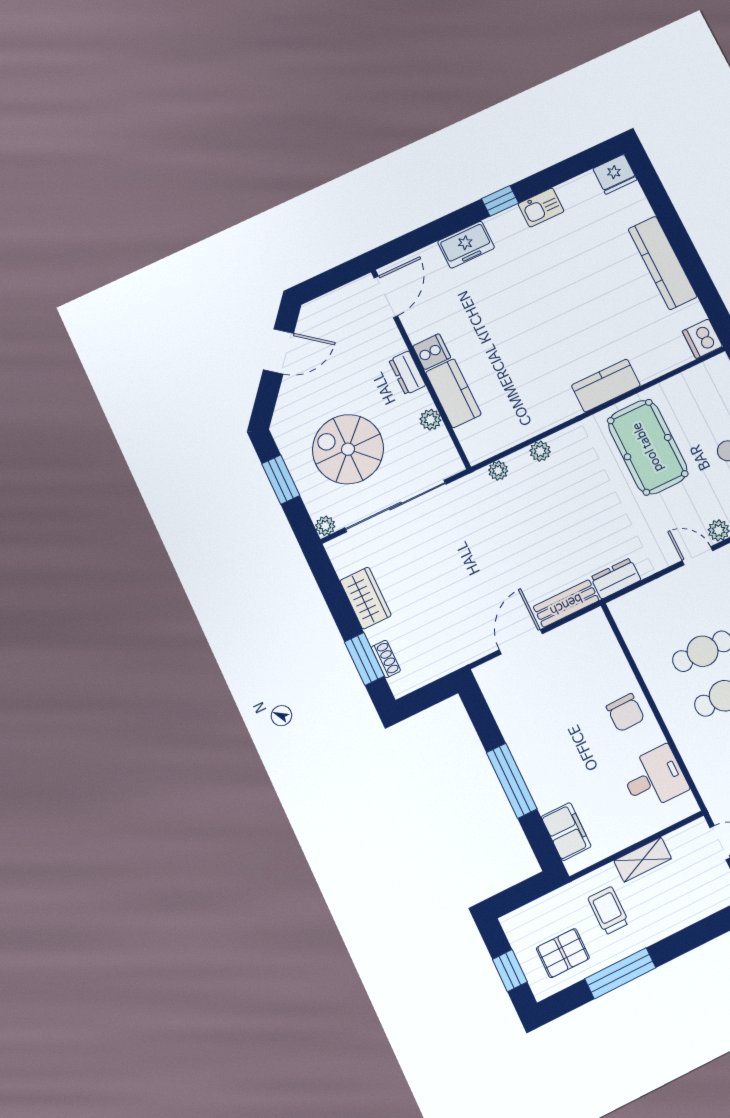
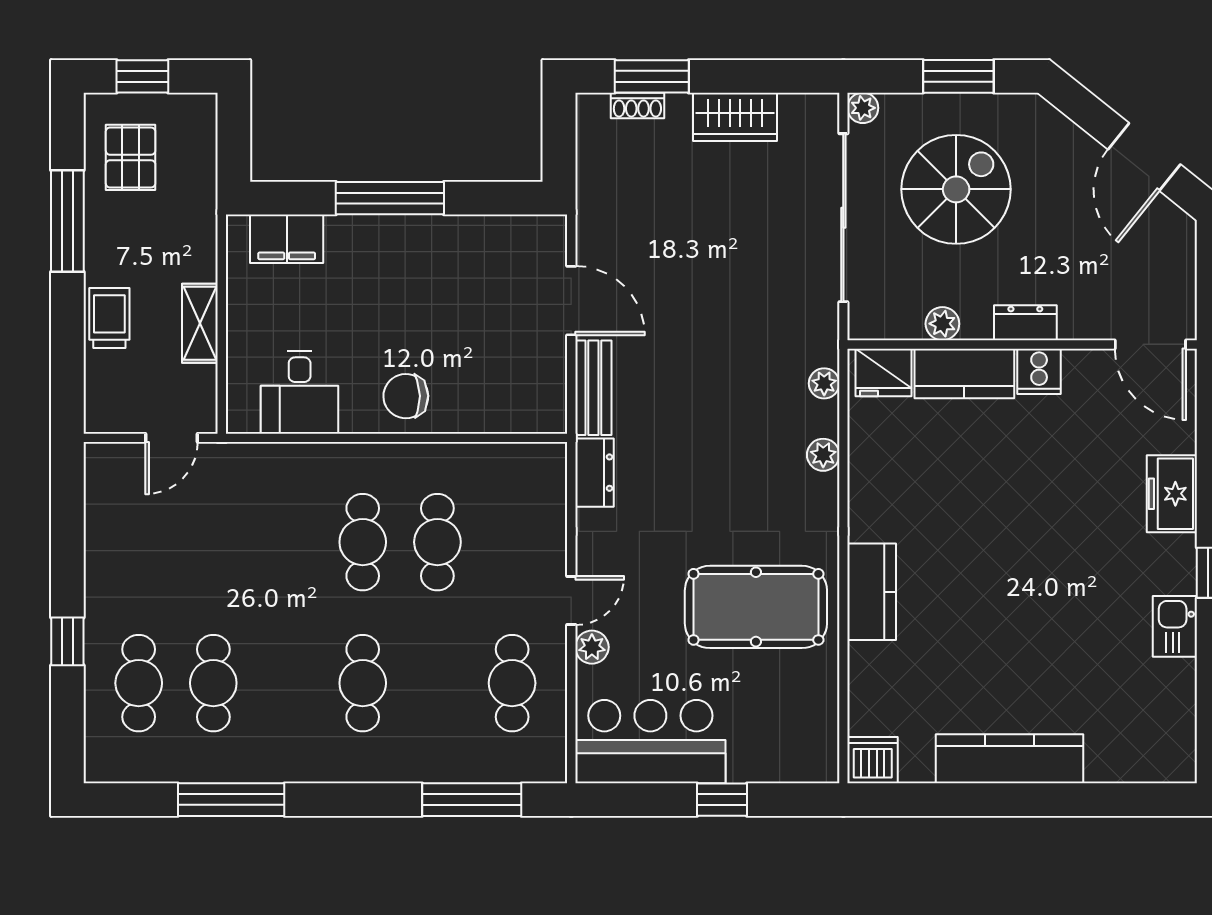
fridge: (615, 174) -> (883, 372), moved, turned -90
trolley: (608, 911) -> (109, 318), moved, turned -90

